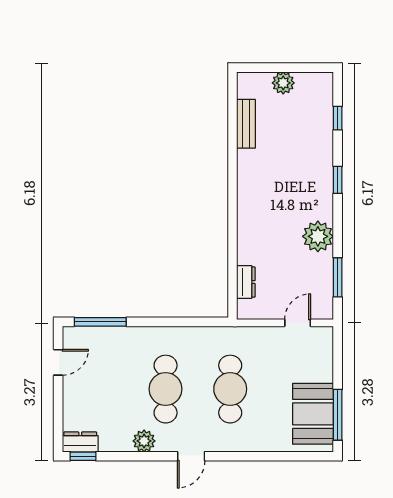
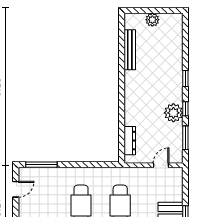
window: (338, 118) -> (185, 109), moved
bench: (246, 124) -> (130, 50), width x1.36
dresser: (246, 282) -> (130, 141), width x1.44

